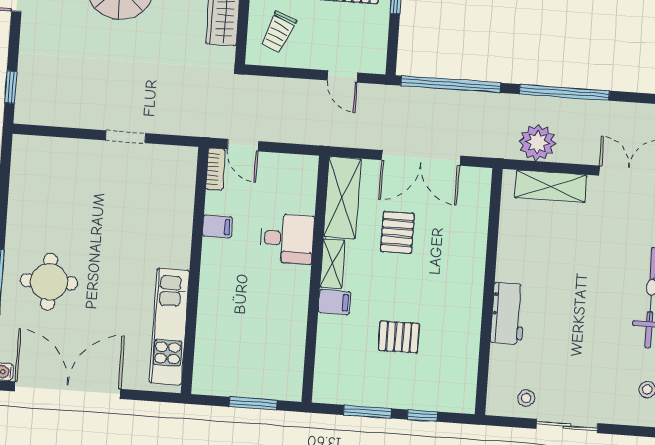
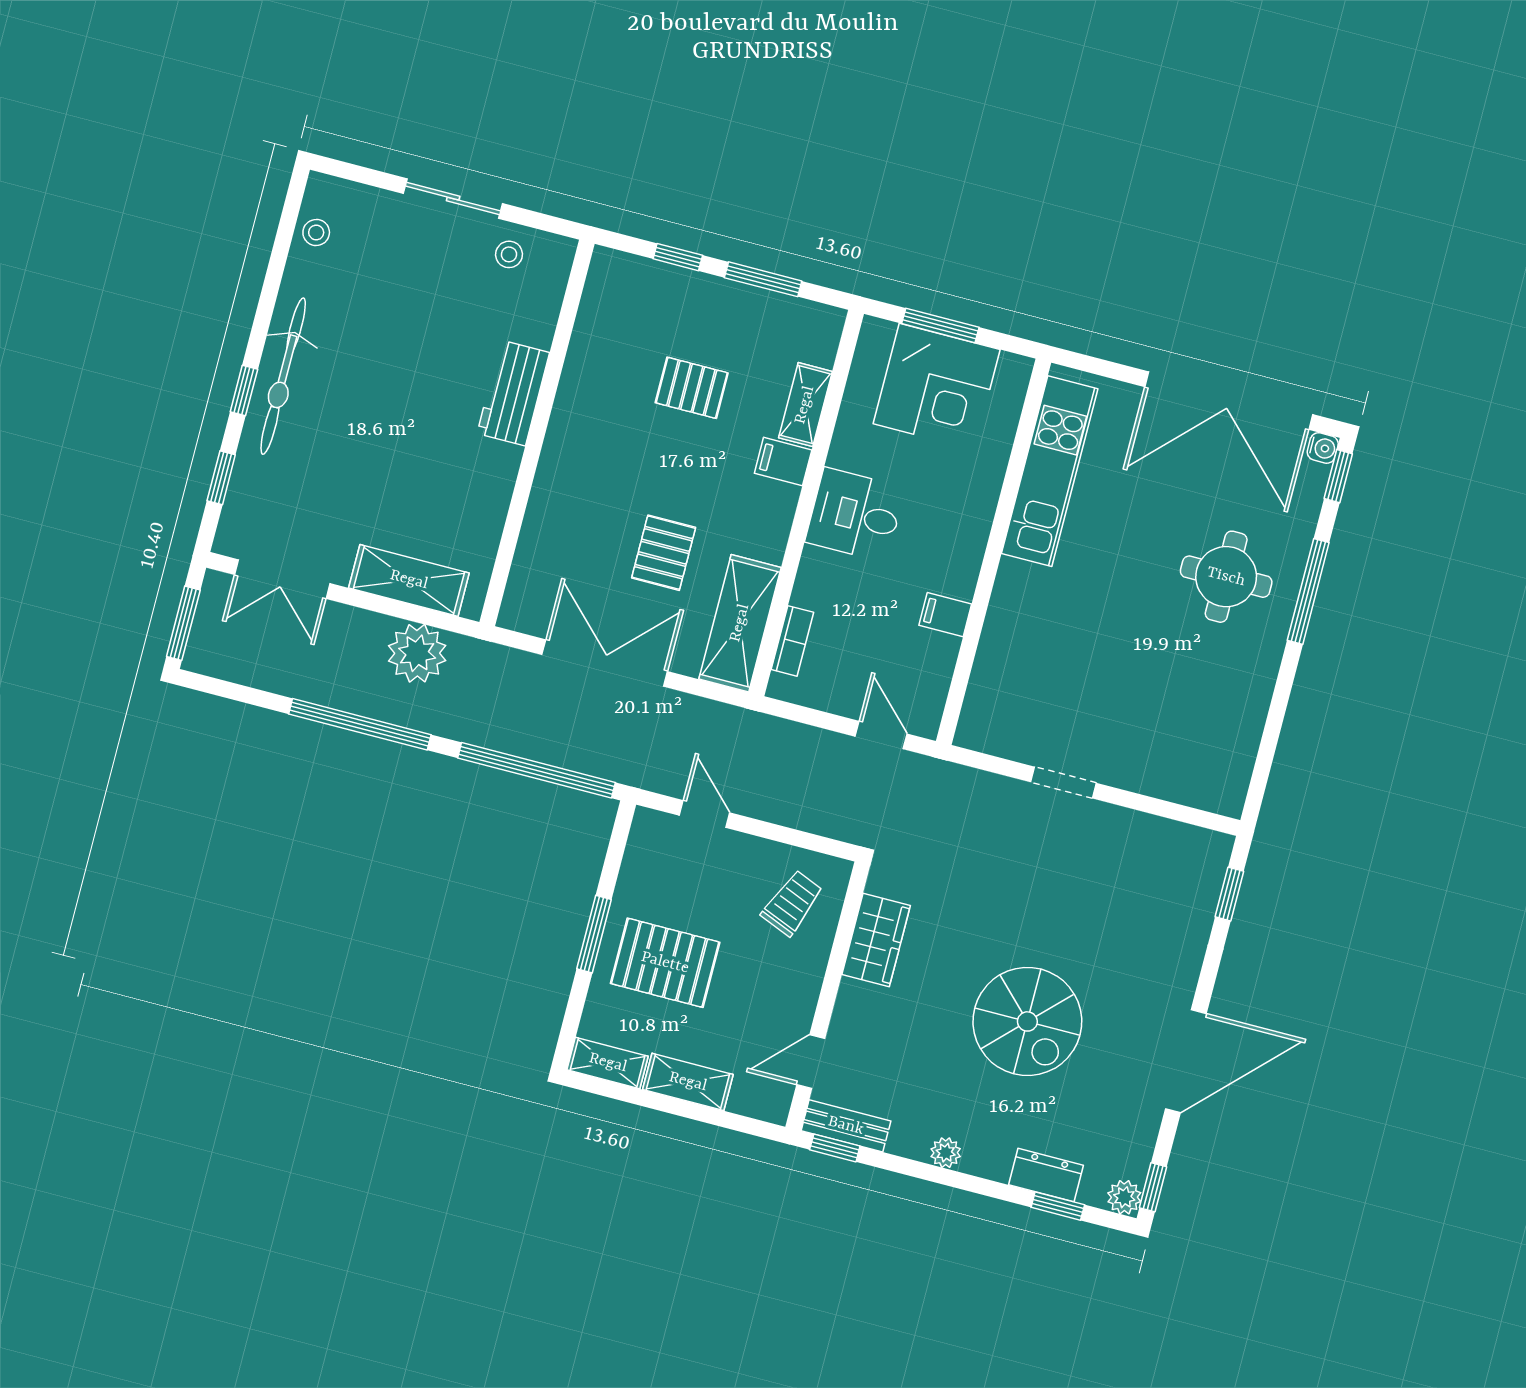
bookcase: (215, 169) -> (792, 641), moved, turned 180
desk: (287, 239) -> (855, 515), moved
shelving: (332, 264) -> (805, 405), moved
corner desk: (248, 366) -> (937, 387), added

